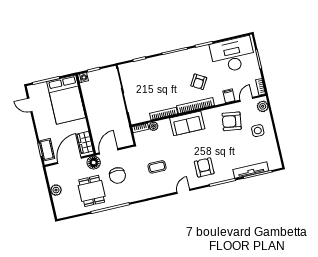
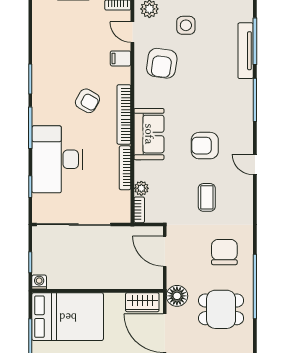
desk: (233, 55) -> (57, 159), moved
door: (109, 151) -> (165, 251), moved
armchair: (204, 167) -> (205, 146), moved
chair: (117, 176) -> (224, 252), moved, turned -90

